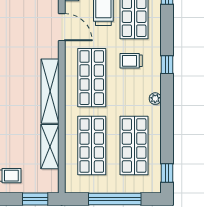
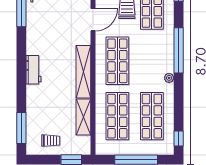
door: (62, 27) -> (93, 20), hinge flipped
trolley: (131, 61) -> (149, 47), removed
window: (167, 65) -> (179, 50), width x3.17

